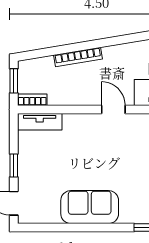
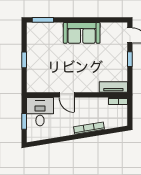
window: (14, 81) -> (130, 113), removed

